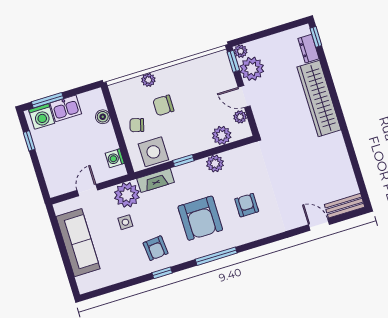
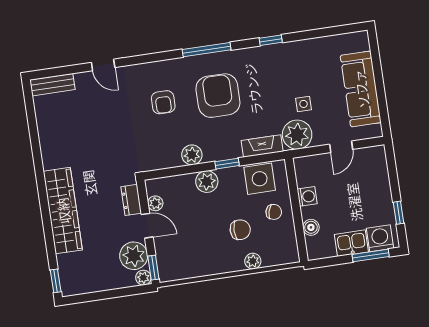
dresser: (308, 49) -> (131, 200), moved, turned 180
plant: (222, 135) -> (207, 182), moved
washing machine: (115, 158) -> (307, 196), moved
door: (319, 225) -> (103, 65), moved
armchair: (156, 248) -> (274, 69), removed

